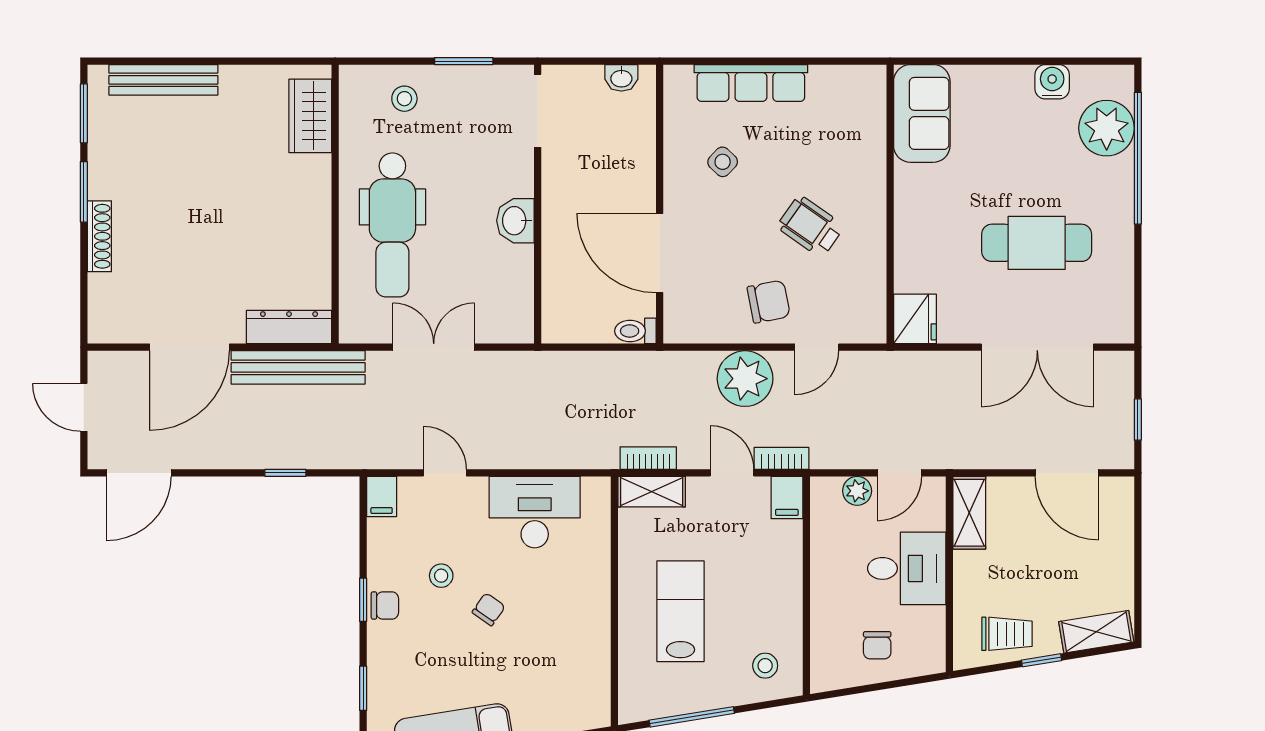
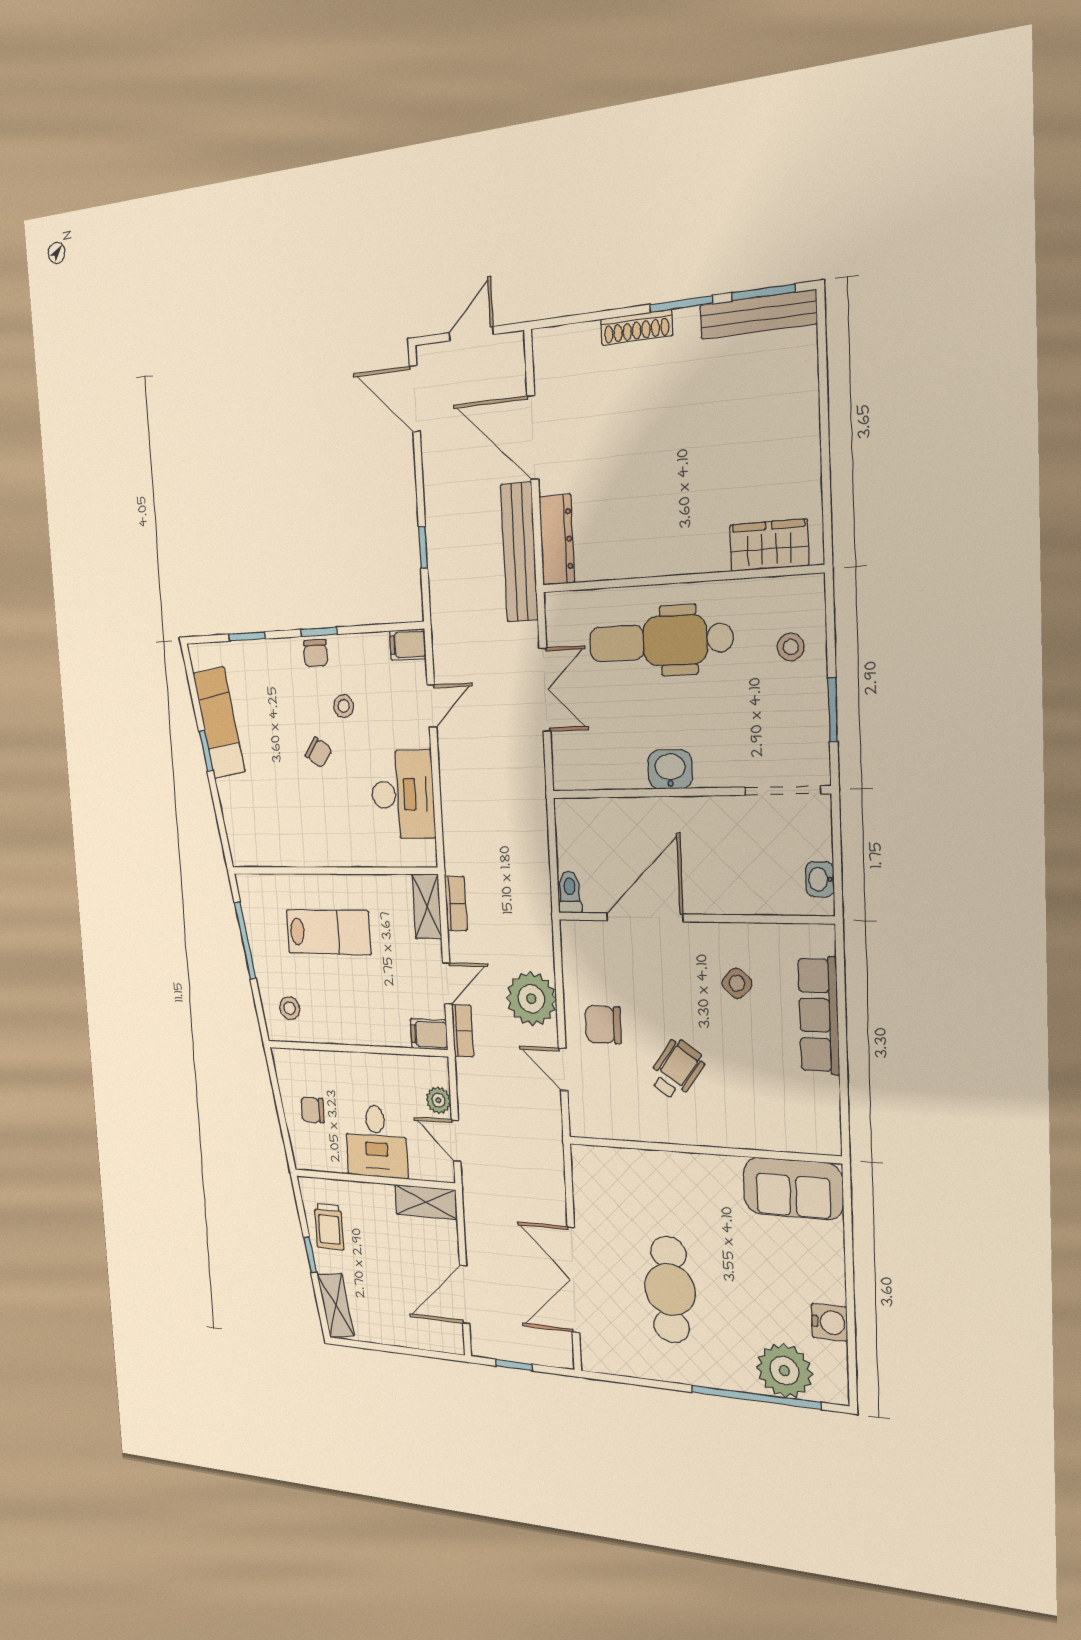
bench: (163, 80) -> (758, 314), moved, turned 90
chair: (769, 302) -> (603, 1025), turned 101
fridge: (915, 319) -> (594, 1166), removed

